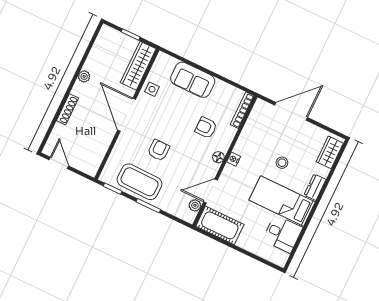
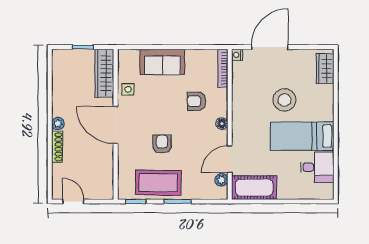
plant: (84, 76) -> (58, 124), moved
nightstand: (234, 159) -> (237, 55), moved
stool: (282, 163) -> (285, 100), width x1.89, depth x1.89
dresser: (315, 187) -> (327, 108), removed

